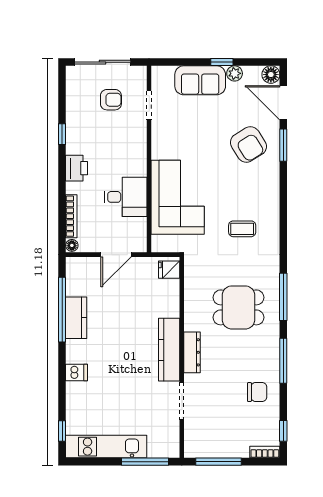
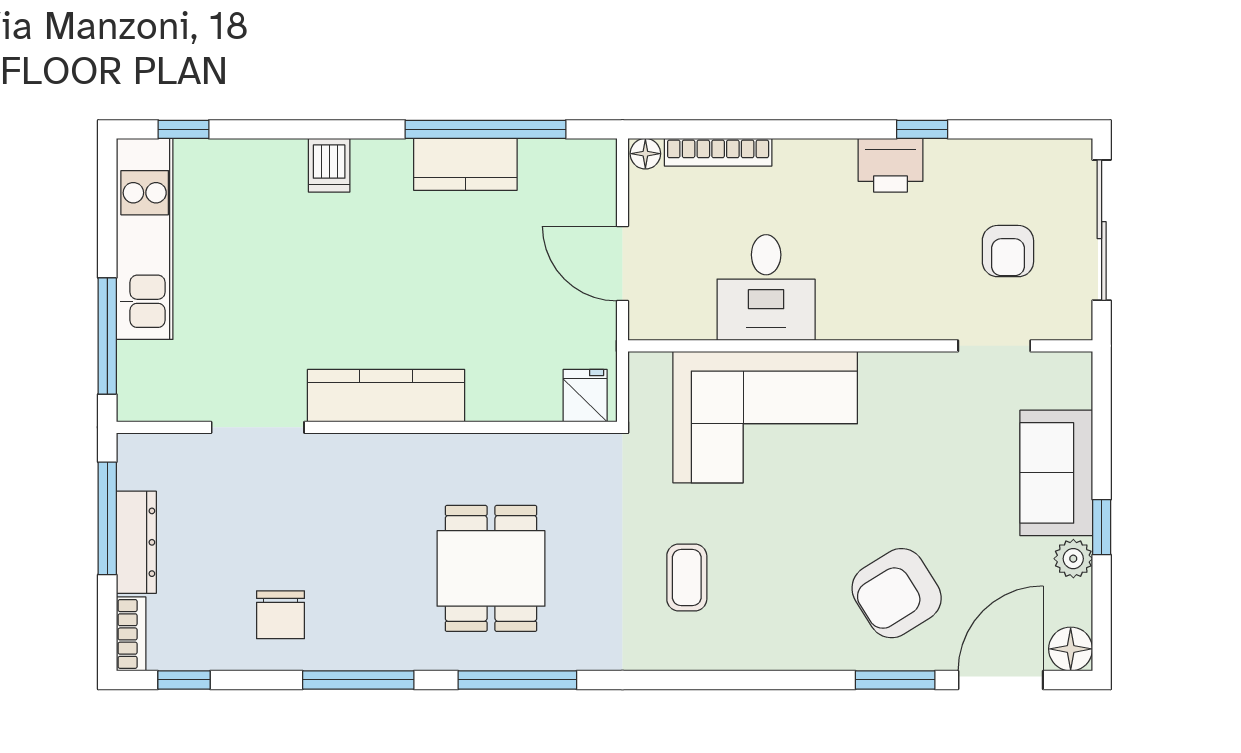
printer: (77, 168) -> (890, 165), moved
dresser: (192, 352) -> (136, 542), moved, turned -90

